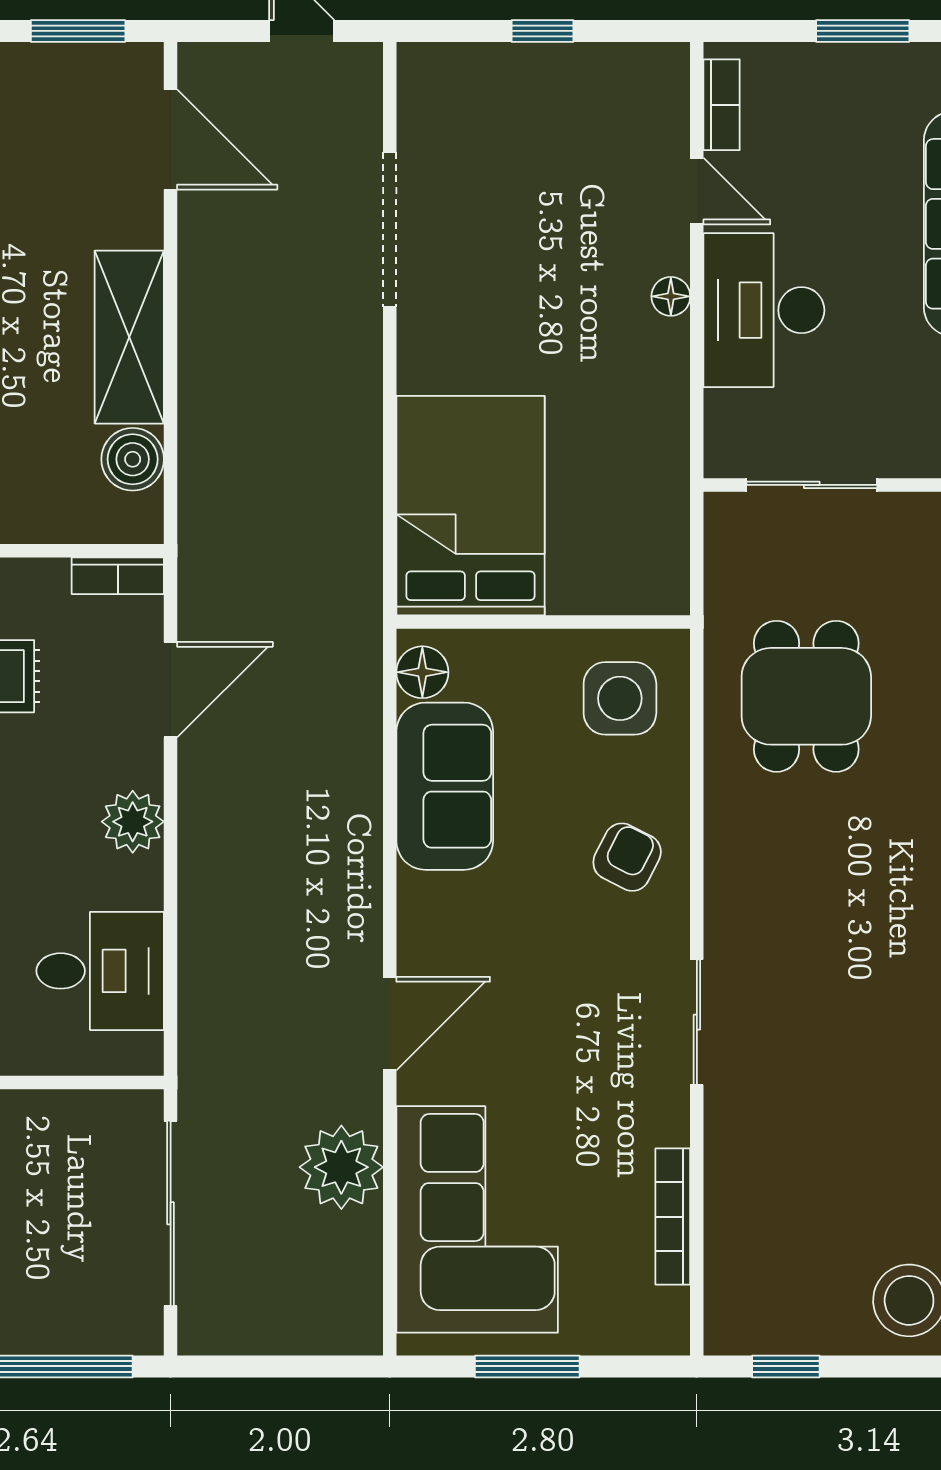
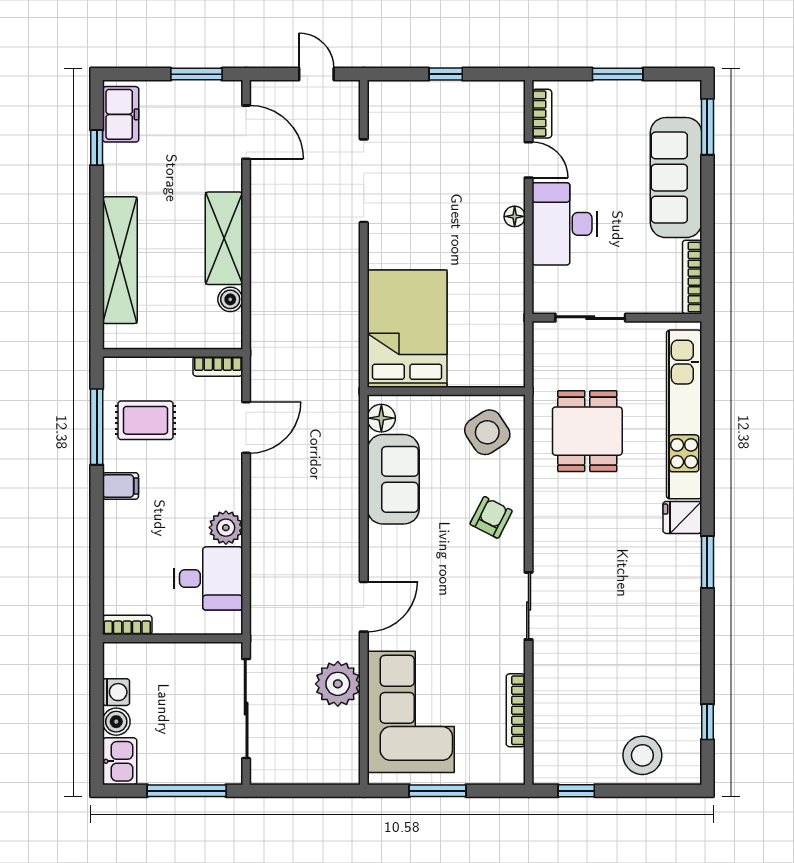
boiler: (133, 459) -> (230, 299), width x0.73, depth x0.73
side table: (620, 698) -> (487, 432), turned -33
plant: (133, 822) -> (226, 528), moved

